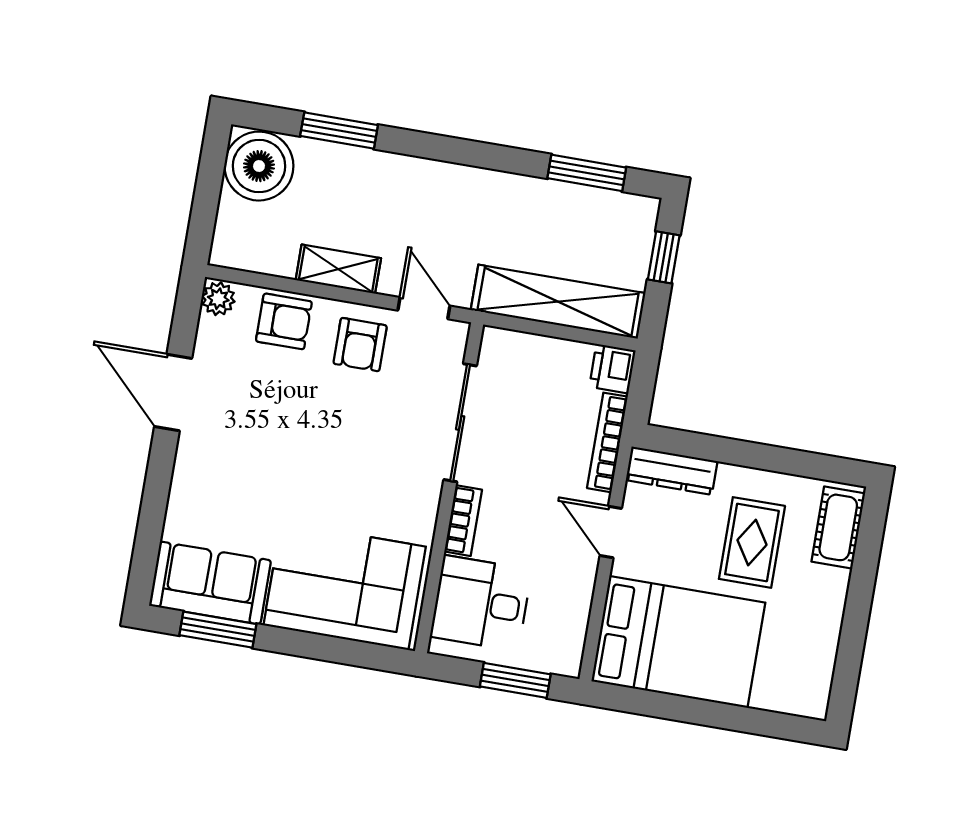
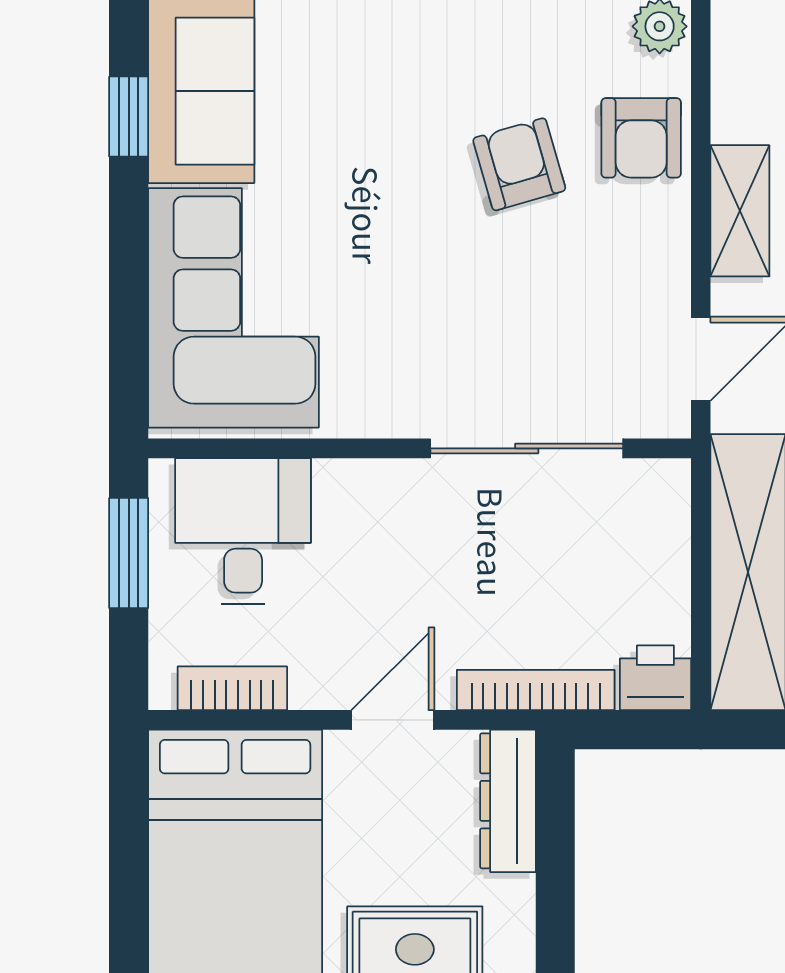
armchair: (360, 345) -> (519, 164), moved, turned 74
bookcase: (463, 521) -> (232, 688), moved, turned 180
window: (218, 630) -> (129, 117), width x0.67
window: (515, 680) -> (129, 553), moved

